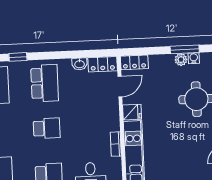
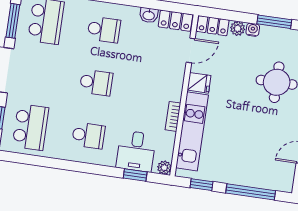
water cooler: (194, 58) -> (253, 30), moved
plant: (181, 60) -> (238, 28), moved
school desk: (45, 83) -> (104, 30), width x0.54

